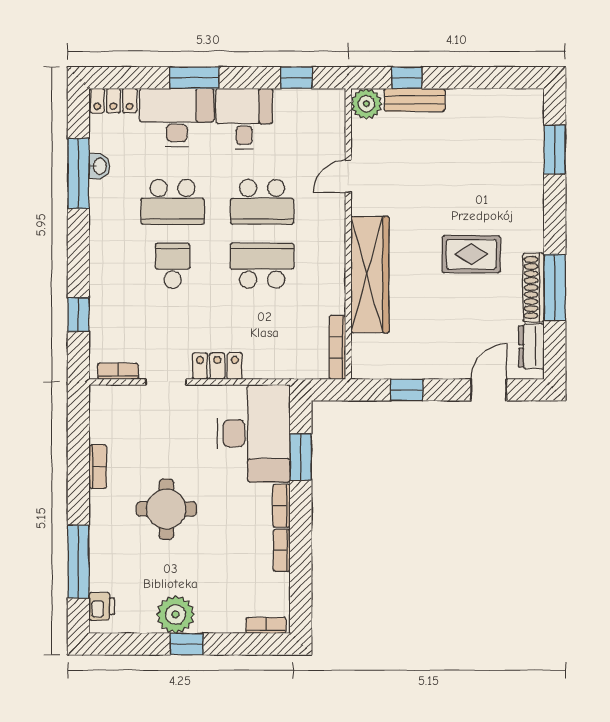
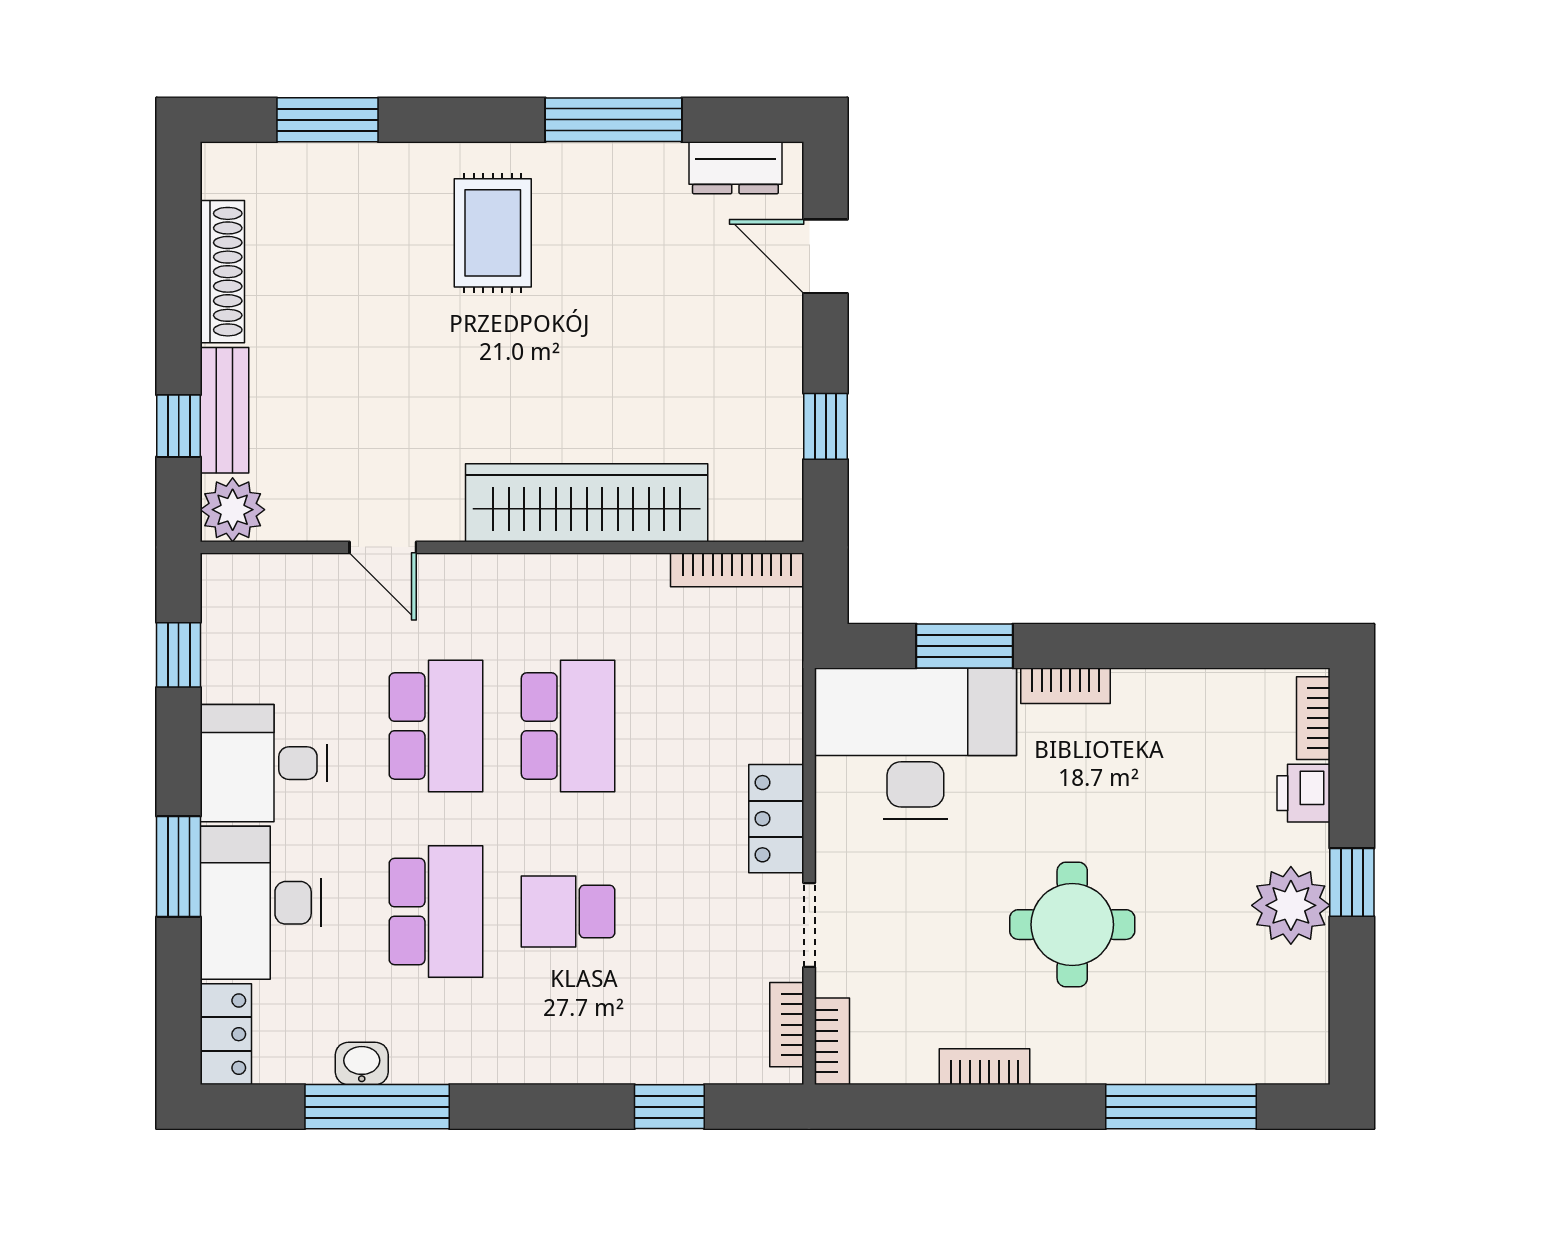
rug: (471, 254) -> (493, 233), moved
school desk: (262, 266) -> (568, 726), turned 180
shoe rack: (534, 288) -> (222, 272), moved, turned -90
bookcase: (282, 550) -> (832, 1041), moved, turned -90
printer: (102, 606) -> (1304, 793), moved, turned -90

